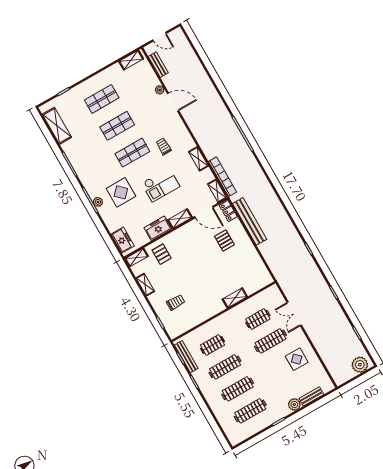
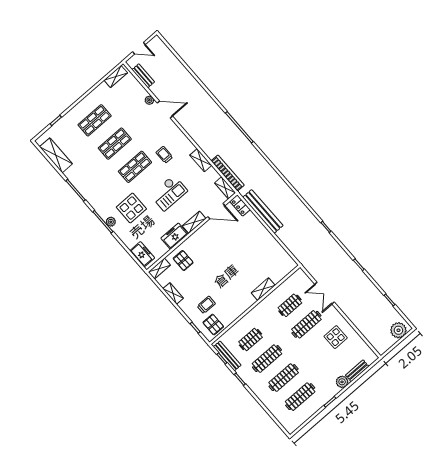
pallet: (224, 240) -> (213, 325), moved

